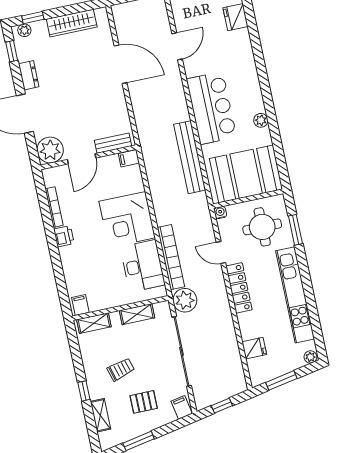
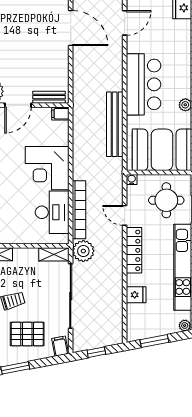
shelving: (137, 314) -> (54, 254), moved
fridge: (254, 348) -> (136, 295), moved
pallet: (144, 402) -> (27, 334), width x1.50, depth x1.42

